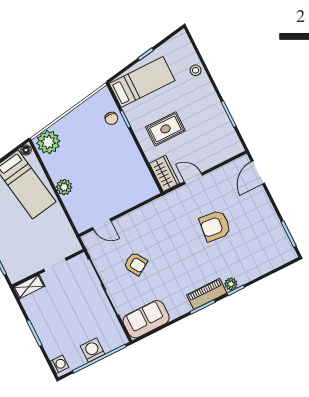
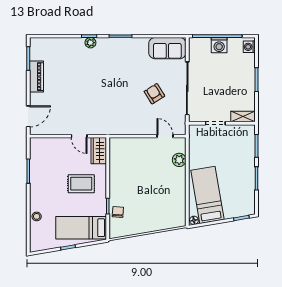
plant: (48, 142) -> (174, 218), removed
plant: (64, 187) -> (179, 160), moved
armchair: (215, 226) -> (80, 92), removed
piano: (207, 294) -> (36, 77), moved, turned -90

